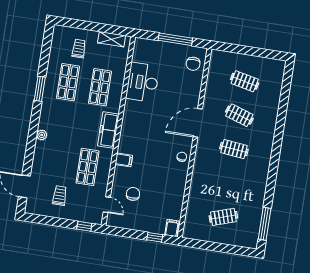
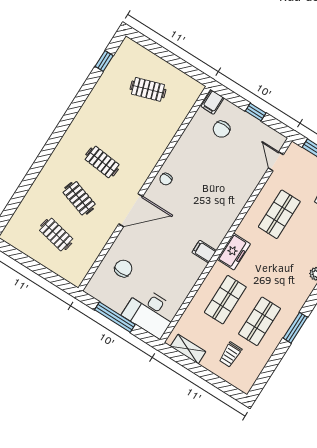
chair: (193, 64) -> (123, 269), moved
desk: (143, 82) -> (150, 312), moved, turned 90
freezer: (108, 130) -> (234, 252), width x0.71
filing cabinet: (124, 160) -> (204, 252), moved
chair: (133, 194) -> (222, 129), moved
window: (265, 224) -> (104, 61), width x0.46
window: (155, 237) -> (256, 112), moved

